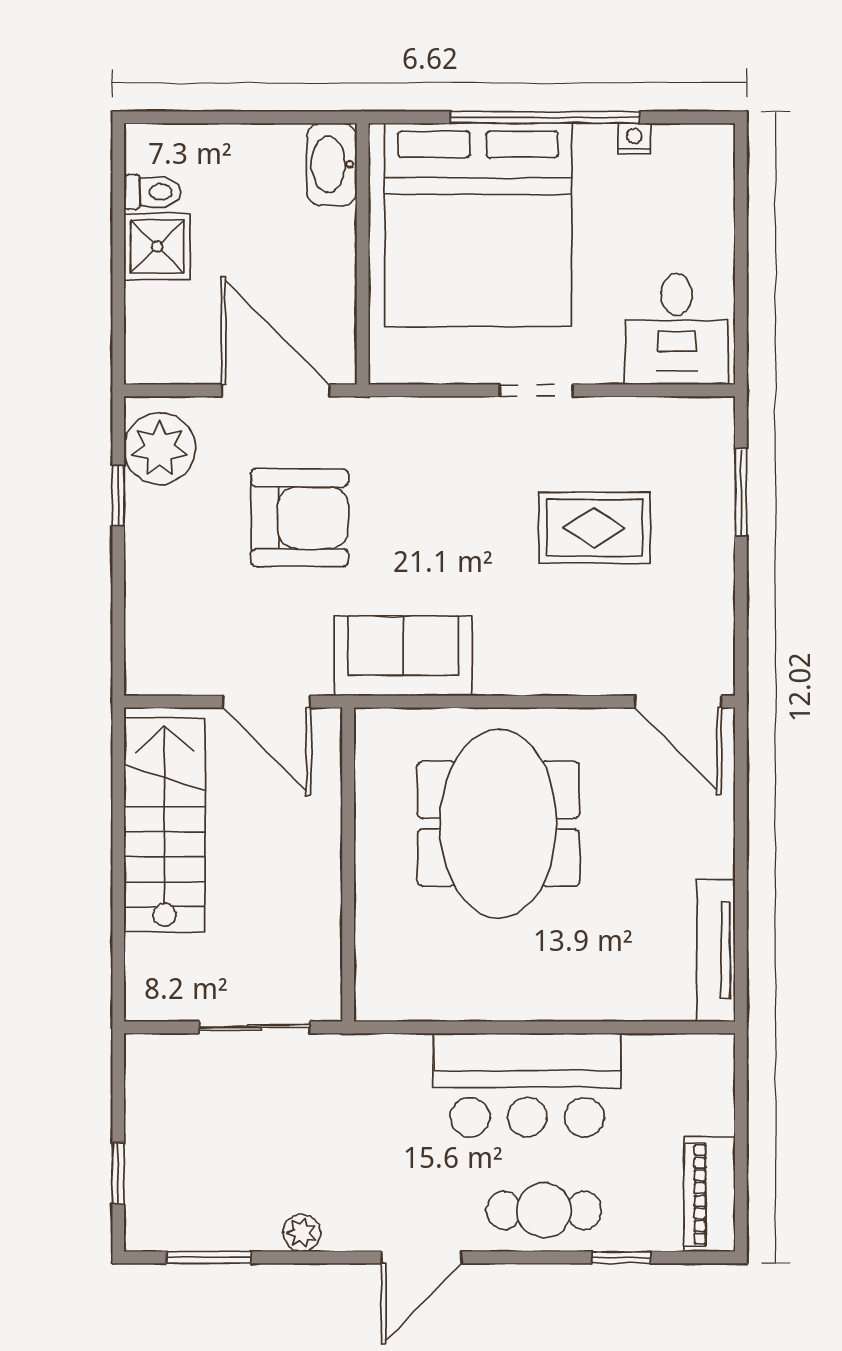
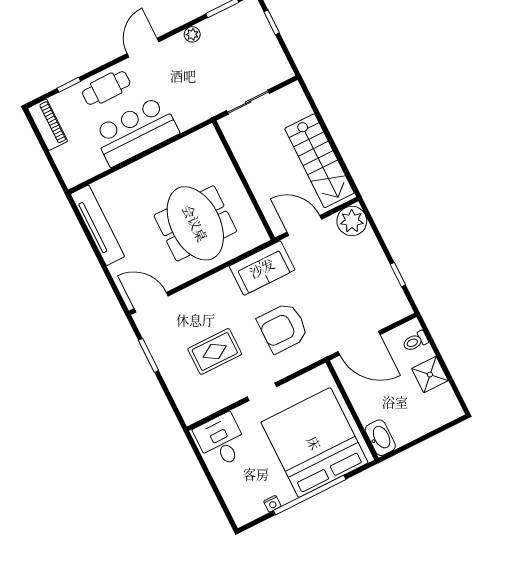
toilet: (153, 192) -> (415, 341), moved
plant: (160, 449) -> (352, 221), moved
window: (741, 492) -> (148, 355), moved
armchair: (300, 518) -> (283, 328), moved
tv unit: (716, 951) -> (98, 225), width x1.36, depth x1.29

